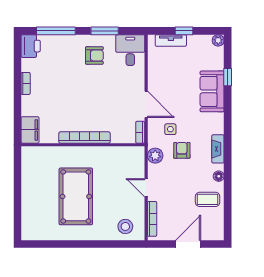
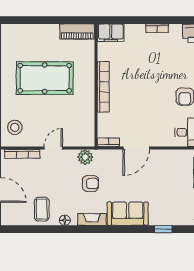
sofa: (212, 91) -> (128, 214), moved
side table: (170, 129) -> (112, 172), removed
piano: (29, 164) -> (77, 32), added

